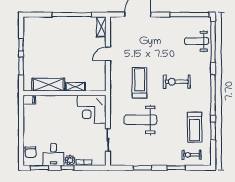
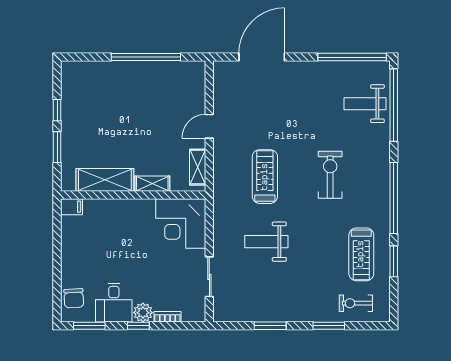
shelving: (101, 27) -> (198, 167), moved
exercise bike: (177, 82) -> (330, 175), turned 90
weight bench: (140, 120) -> (266, 242), width x0.73, depth x0.75

